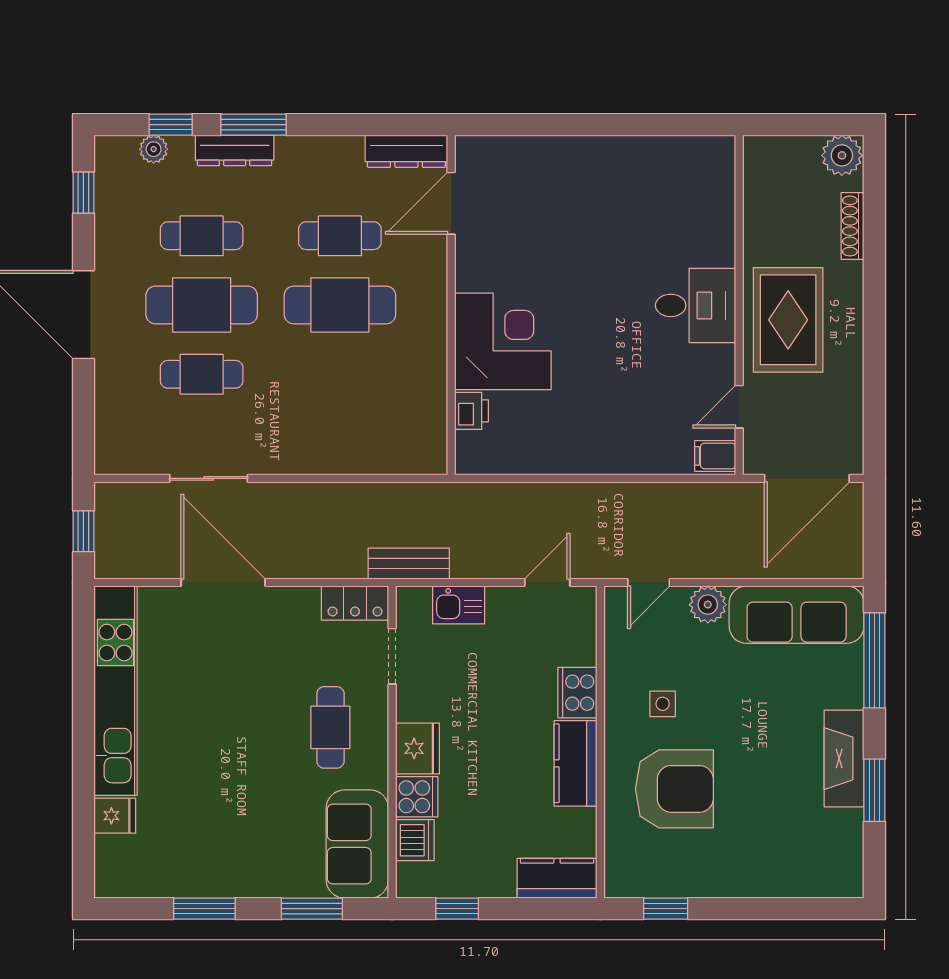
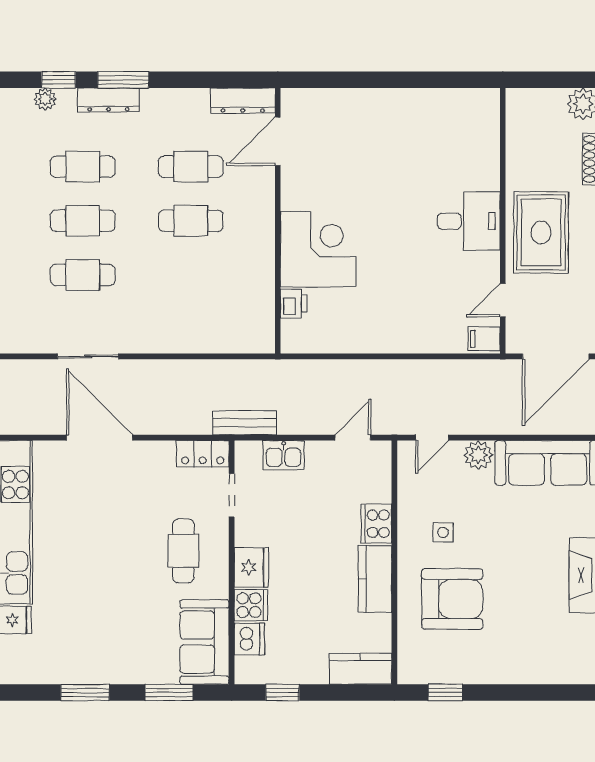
cafe table: (202, 305) -> (83, 221), width x0.73, depth x0.74
cafe table: (340, 305) -> (191, 221), width x0.73, depth x0.74

